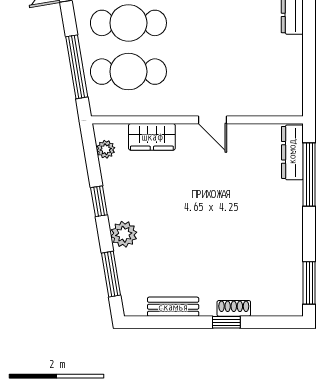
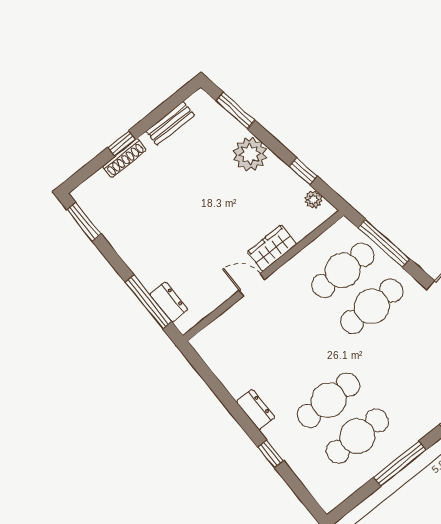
wardrobe: (152, 137) -> (272, 248), moved
dresser: (292, 152) -> (169, 302), width x0.70
window: (99, 201) -> (303, 171), moved
plant: (124, 234) -> (250, 154), width x1.36, depth x1.36
shoe rack: (234, 308) -> (124, 158), width x1.43

